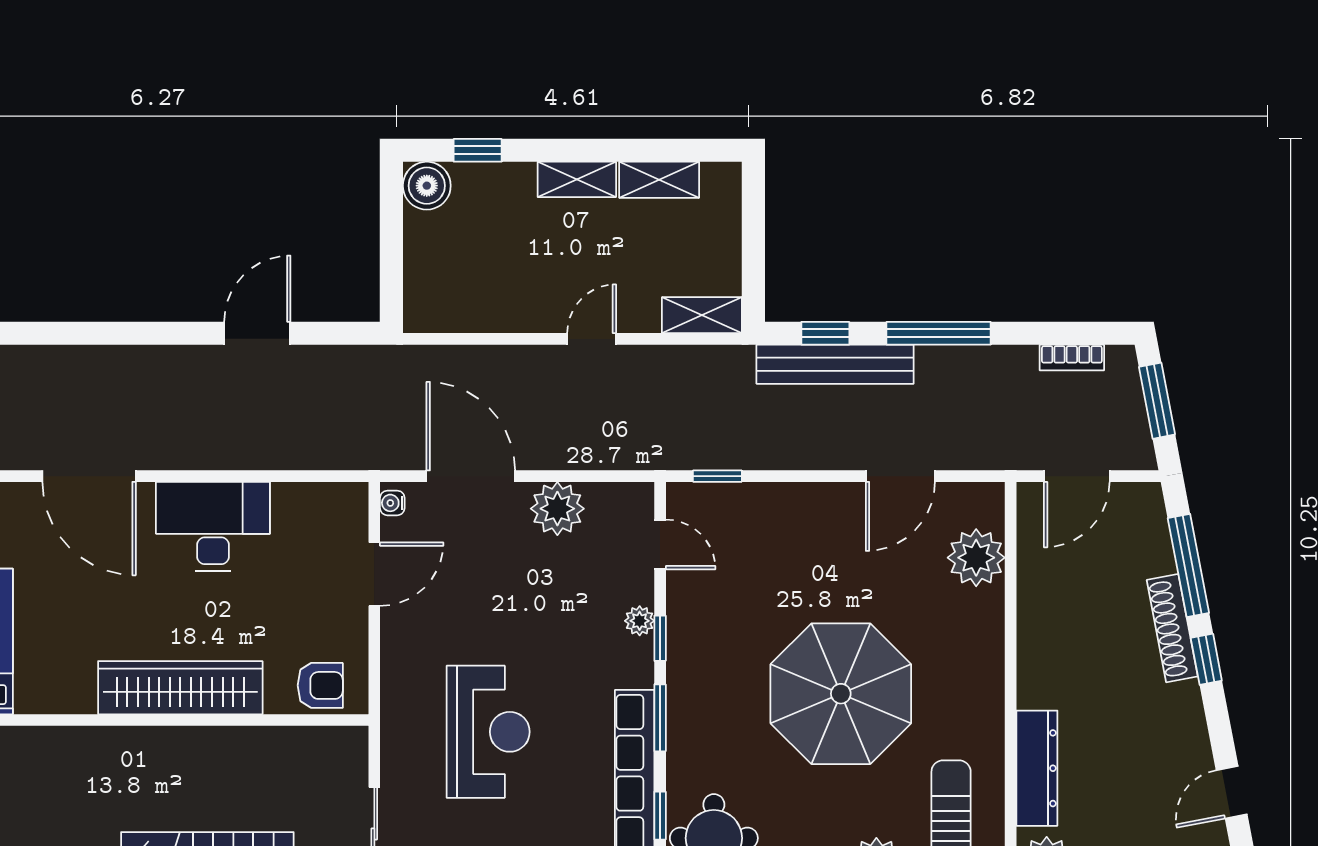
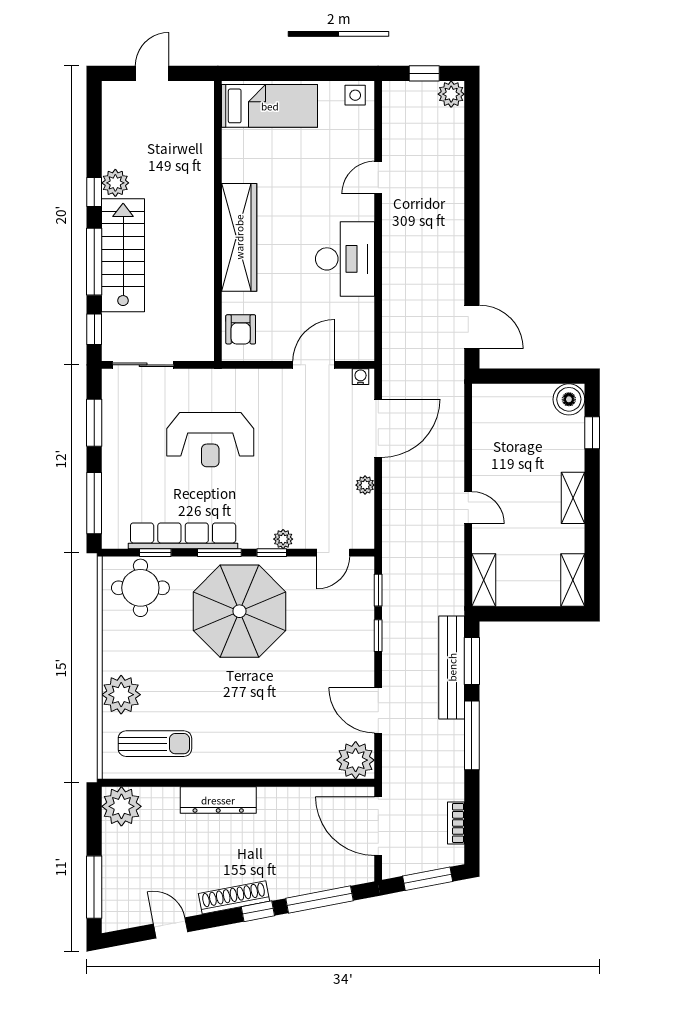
shelving: (659, 180) -> (573, 580), moved
door: (257, 333) -> (472, 327), moved
window: (825, 333) -> (472, 661), width x1.50
door: (89, 476) -> (378, 178), width x0.53
window: (787, 476) -> (378, 636), added
door: (1077, 476) -> (378, 826), width x1.36
plant: (557, 509) -> (365, 485), width x0.53, depth x0.53
plant: (976, 558) -> (356, 760), moved
door: (374, 574) -> (314, 365), swing flipped
shoe rack: (1172, 628) -> (234, 897), moved
parasol: (841, 694) -> (239, 611), moved
dresser: (1037, 768) -> (218, 800), moved

